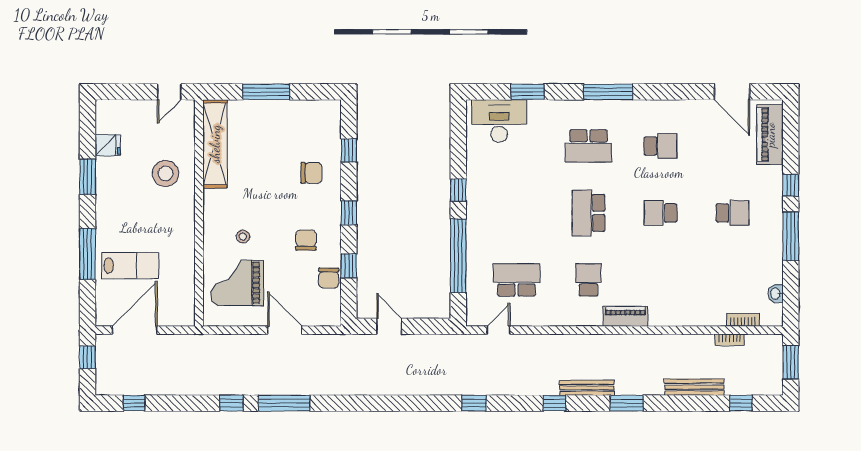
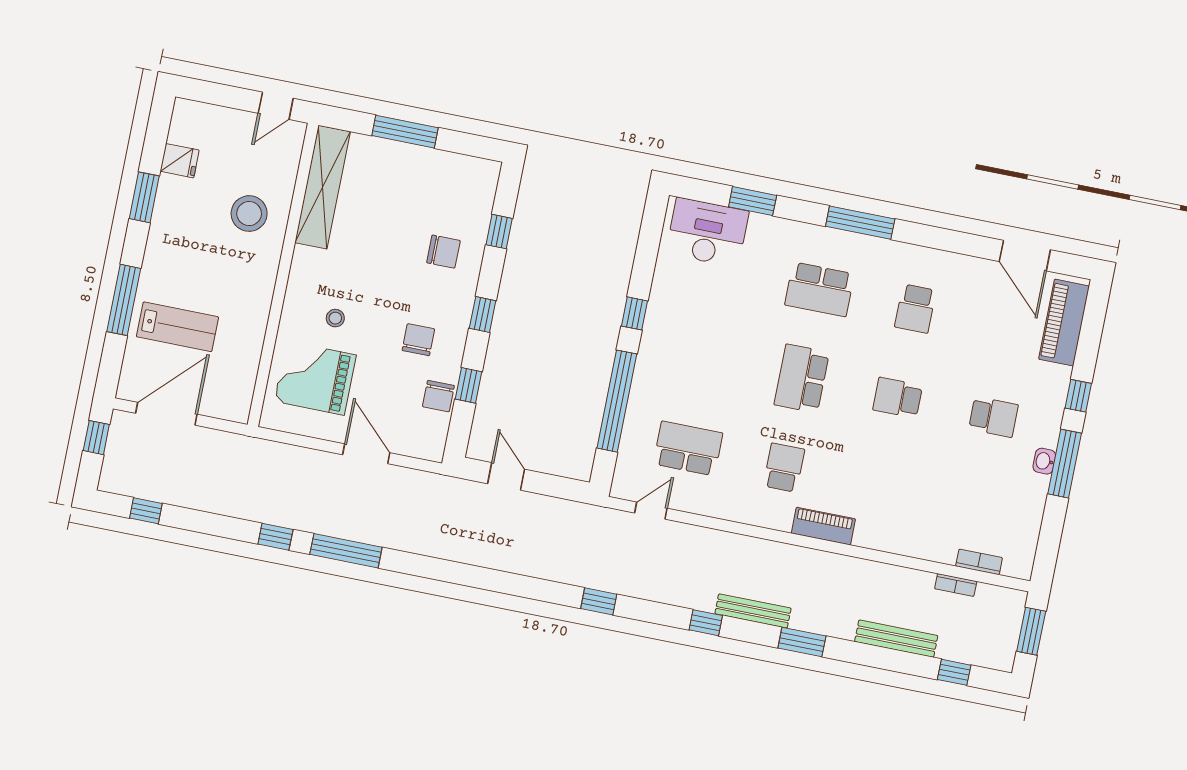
school desk: (661, 146) -> (915, 309), turned 90
washbasin: (776, 294) -> (1044, 461), moved

